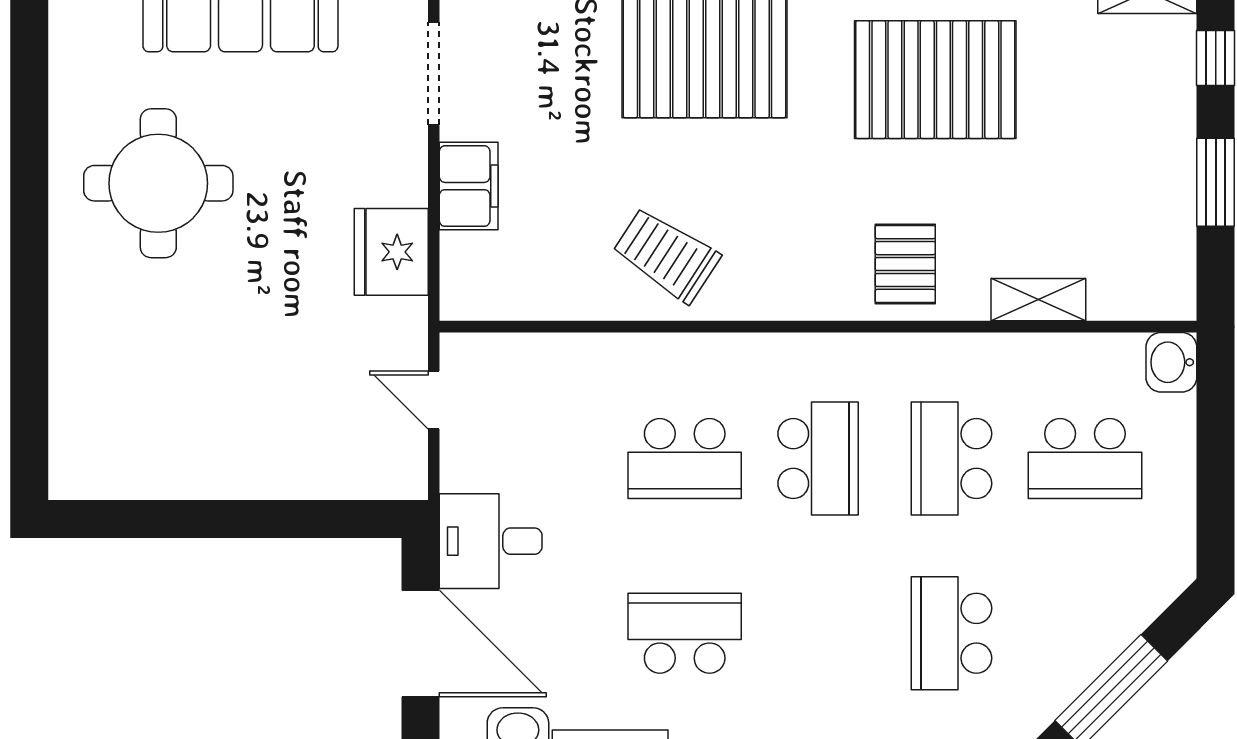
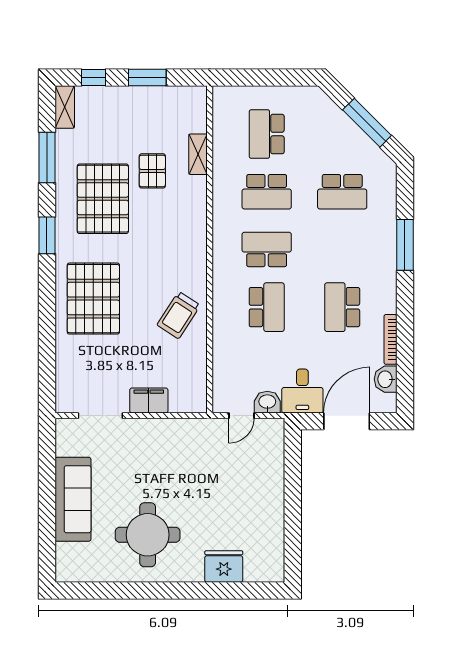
fridge: (391, 252) -> (224, 566), moved, turned 180
pallet: (905, 264) -> (152, 171), moved, turned 90
washbasin: (1171, 362) -> (267, 402), moved, turned 180
school desk: (1085, 459) -> (267, 134), turned 180

